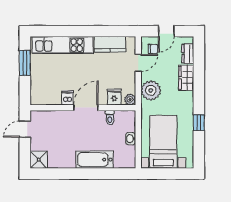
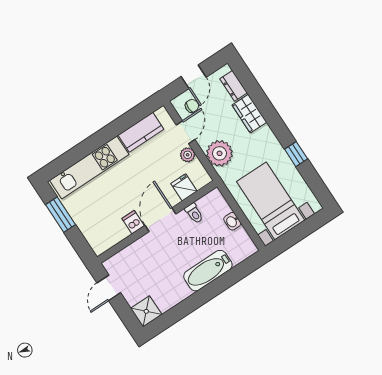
plant: (130, 99) -> (188, 155), moved

